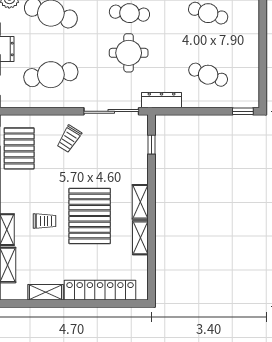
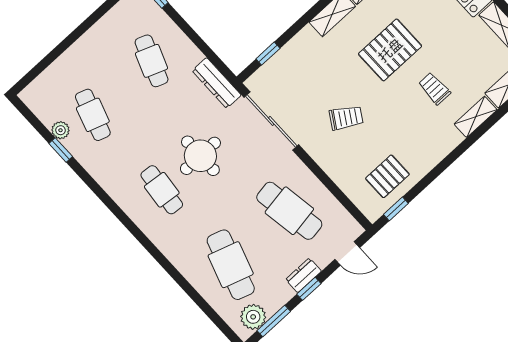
trolley: (69, 139) -> (346, 118), moved
pallet: (19, 148) -> (387, 176), width x0.67, depth x0.71
pallet: (90, 216) -> (390, 50), width x0.73, depth x0.71

